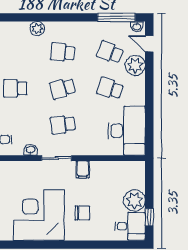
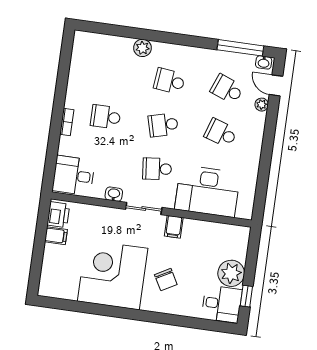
plant: (135, 65) -> (262, 105), width x0.53, depth x0.53
desk: (127, 131) -> (207, 191), moved, turned 90
chair: (82, 213) -> (166, 280), turned 61

